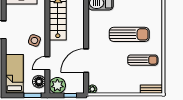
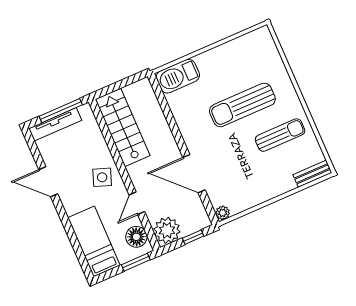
sun lounger: (129, 34) -> (242, 105), turned 180
door: (86, 61) -> (194, 174), hinge flipped

